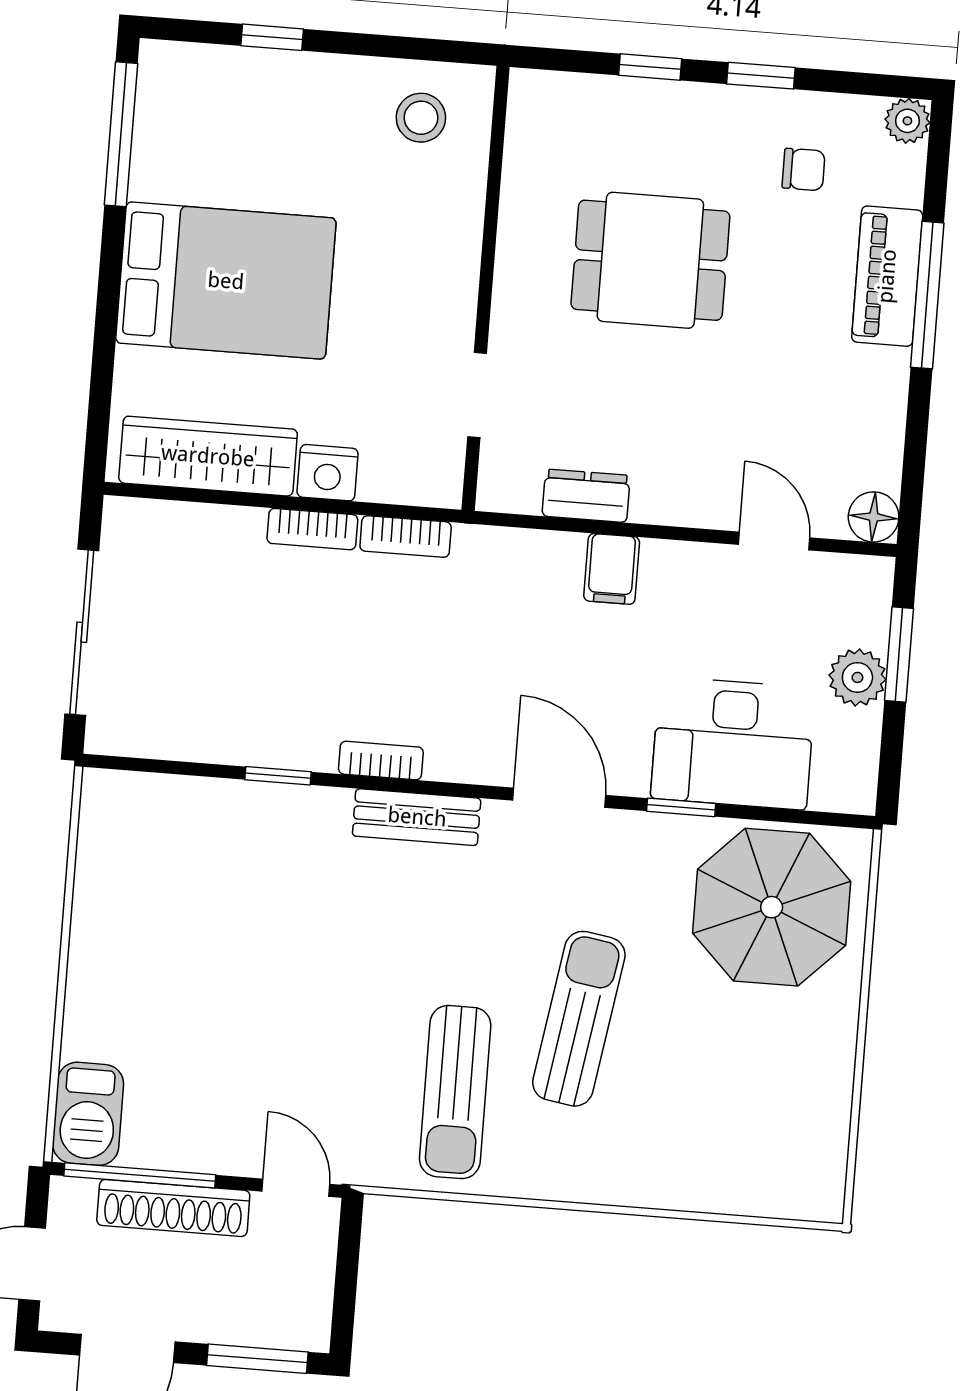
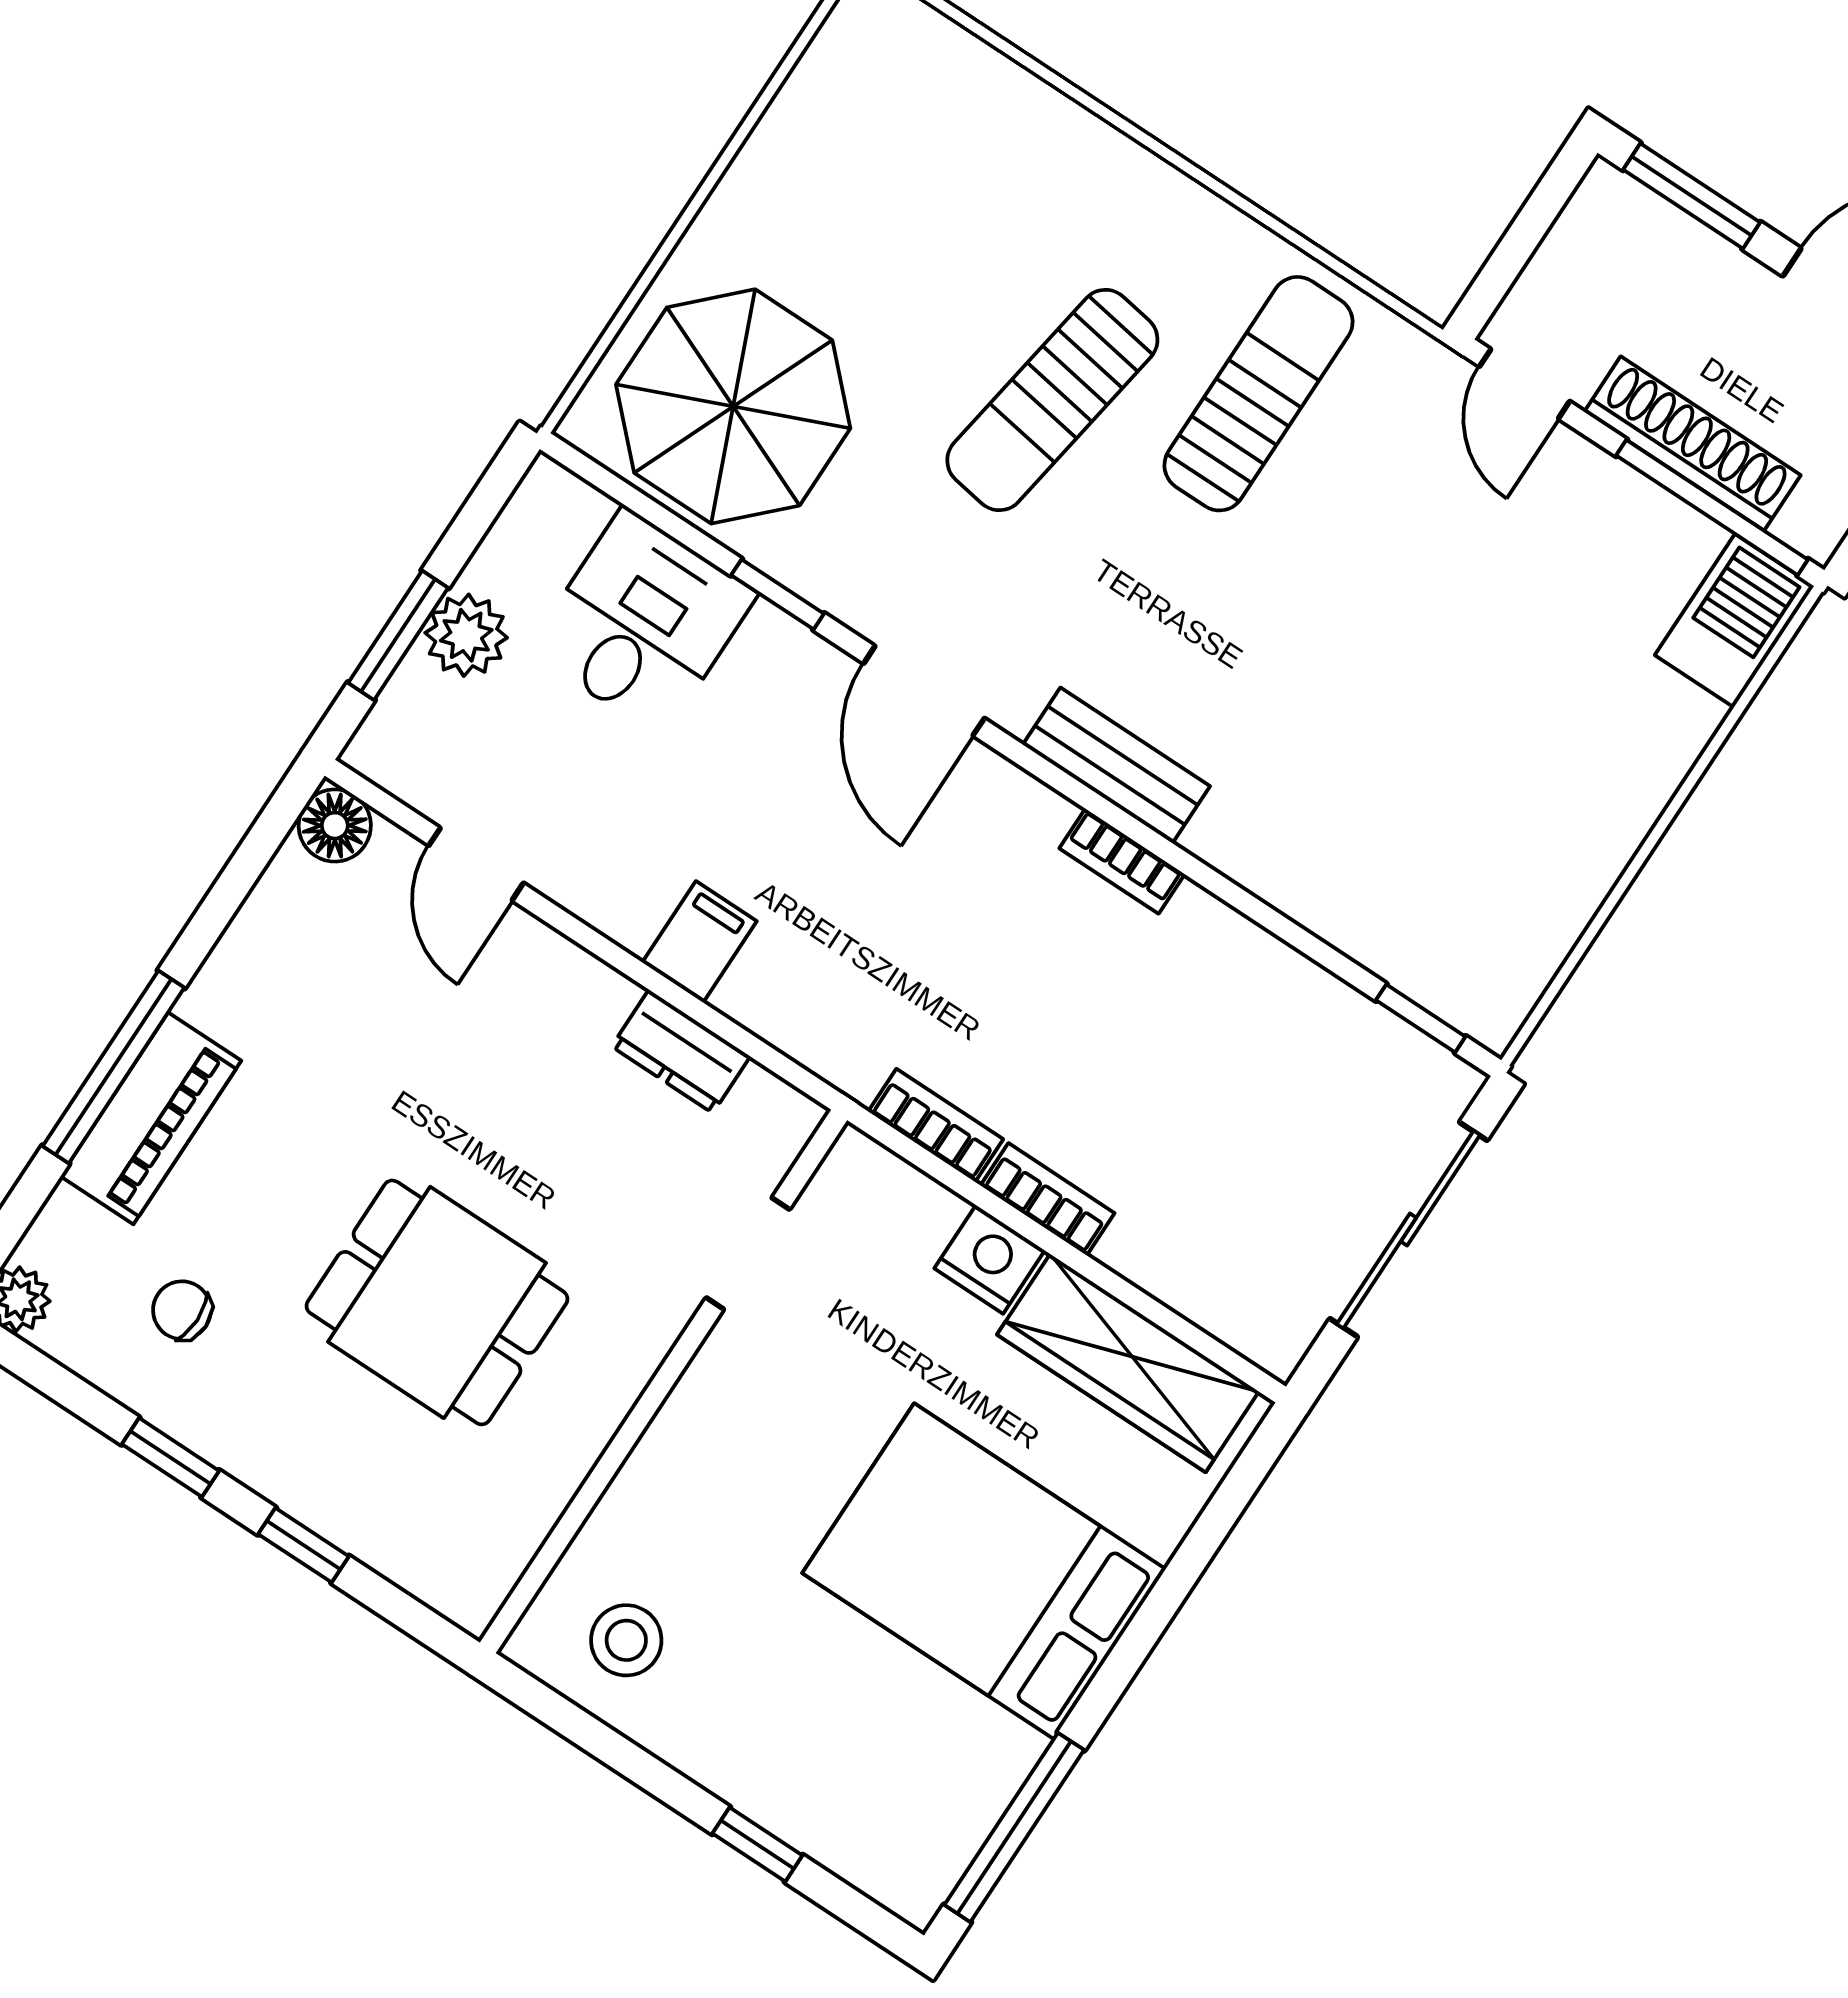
desk: (733, 743) -> (643, 622), width x0.73
window: (278, 776) -> (1421, 1018), moved

